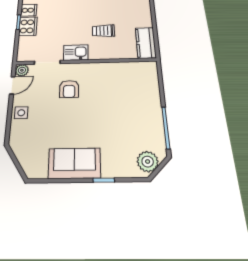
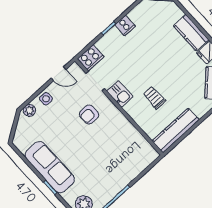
cooker: (28, 26) -> (91, 58), moved
kitchen counter: (146, 43) -> (176, 130), width x1.50
plant: (22, 70) -> (29, 110), moved
sofa: (74, 163) -> (50, 167), width x1.36

